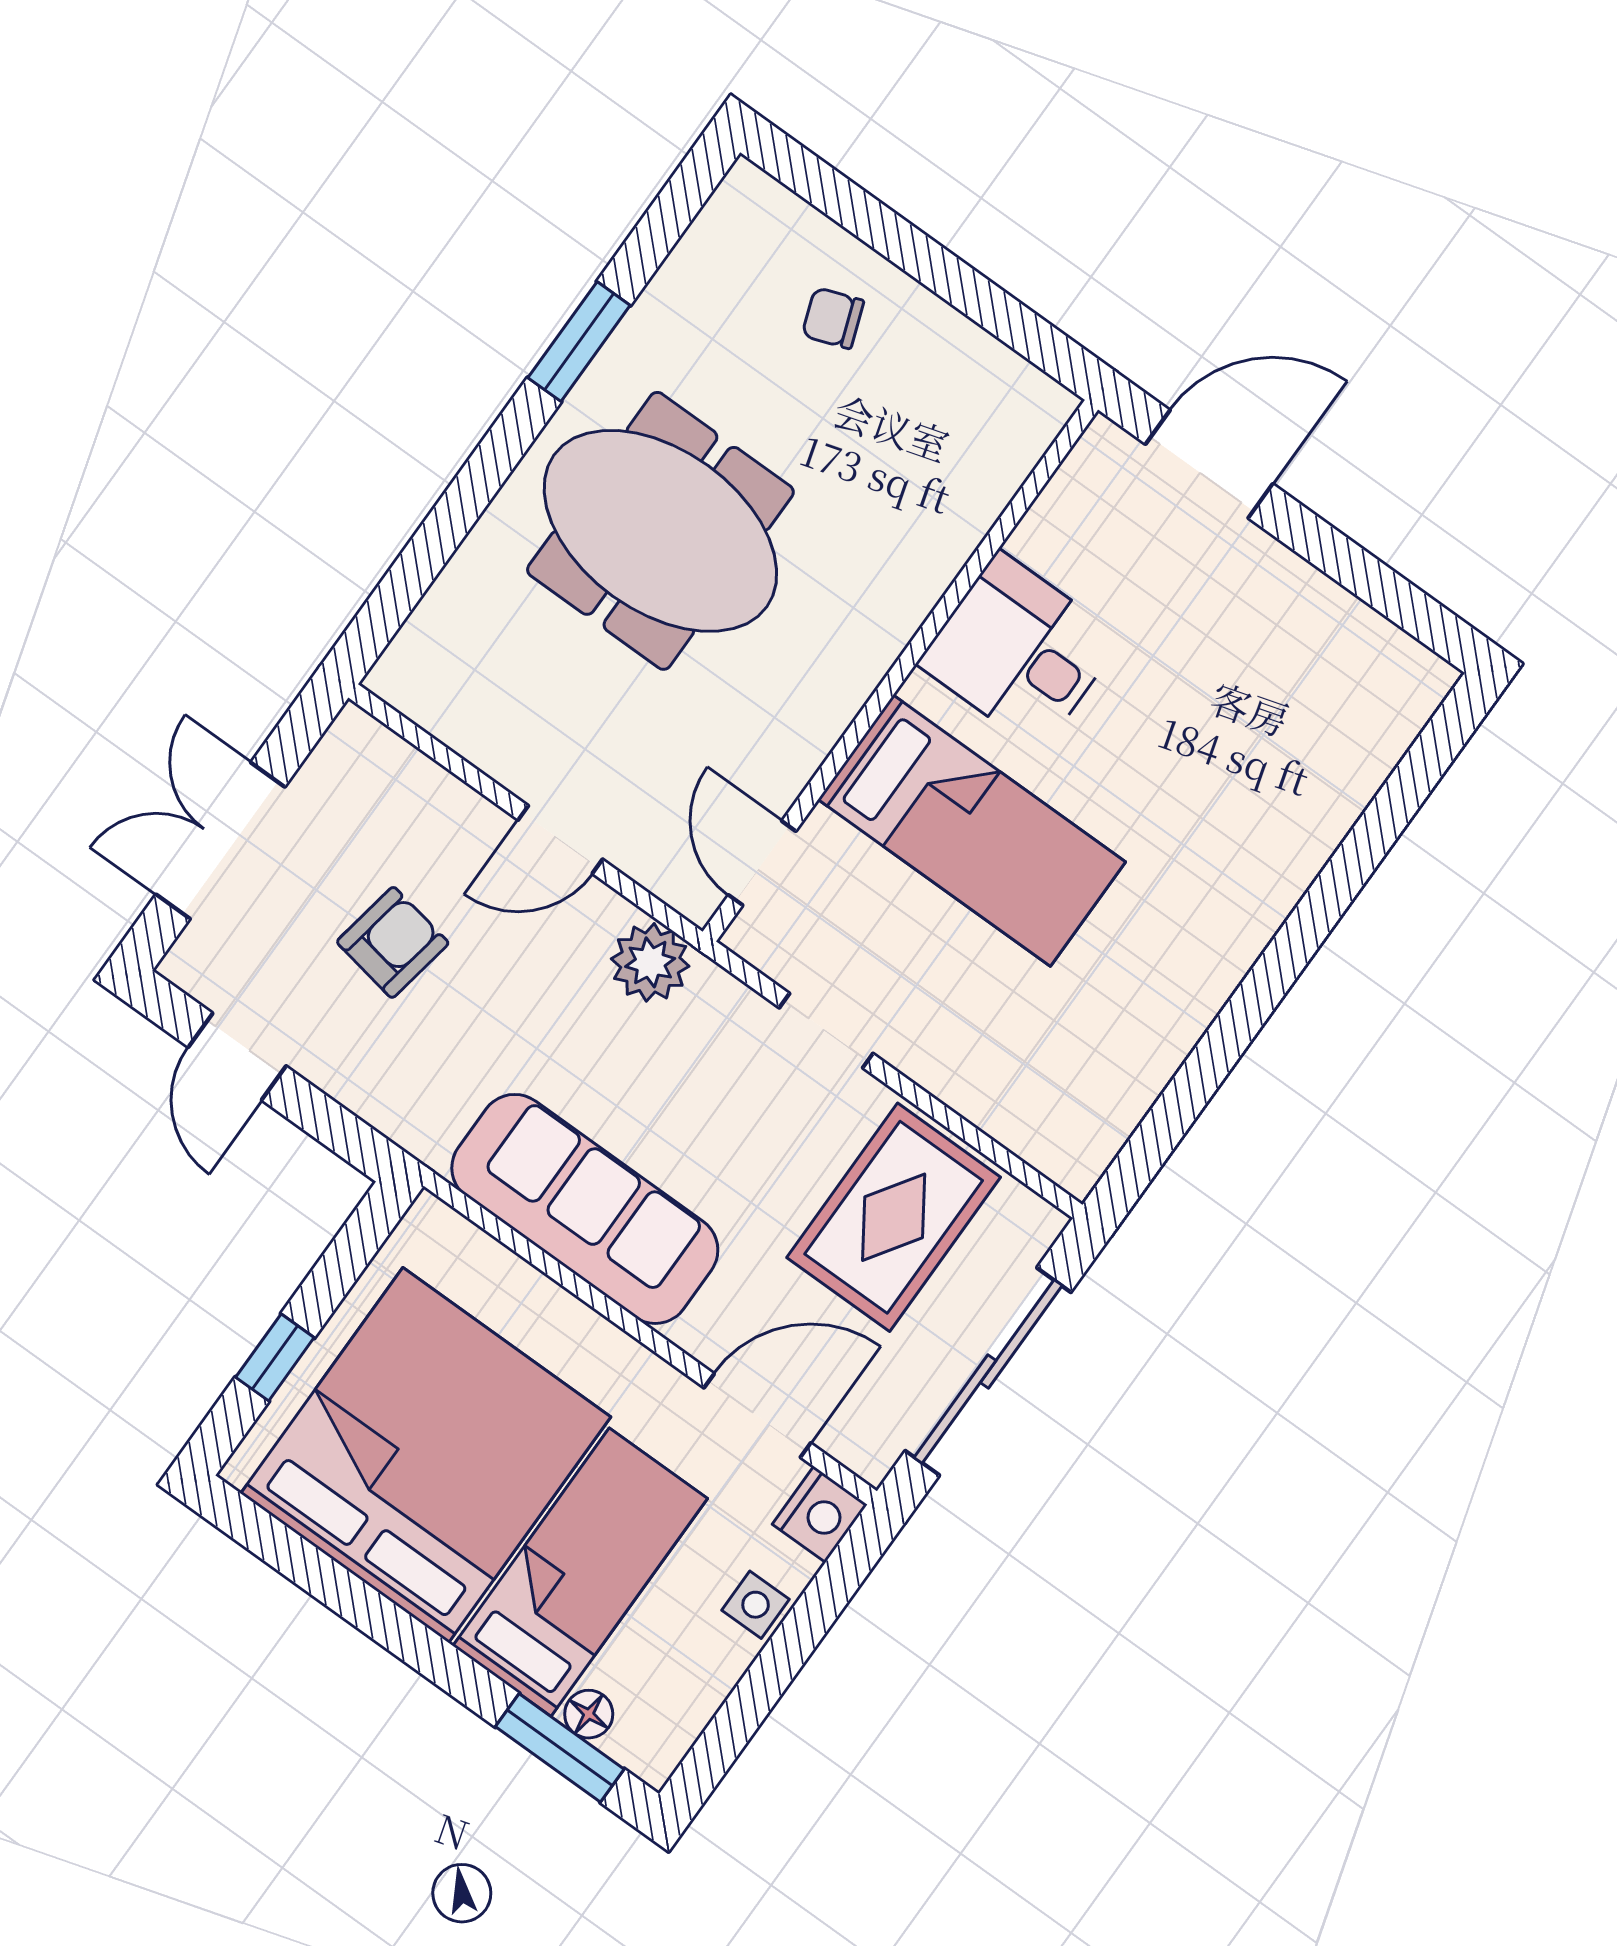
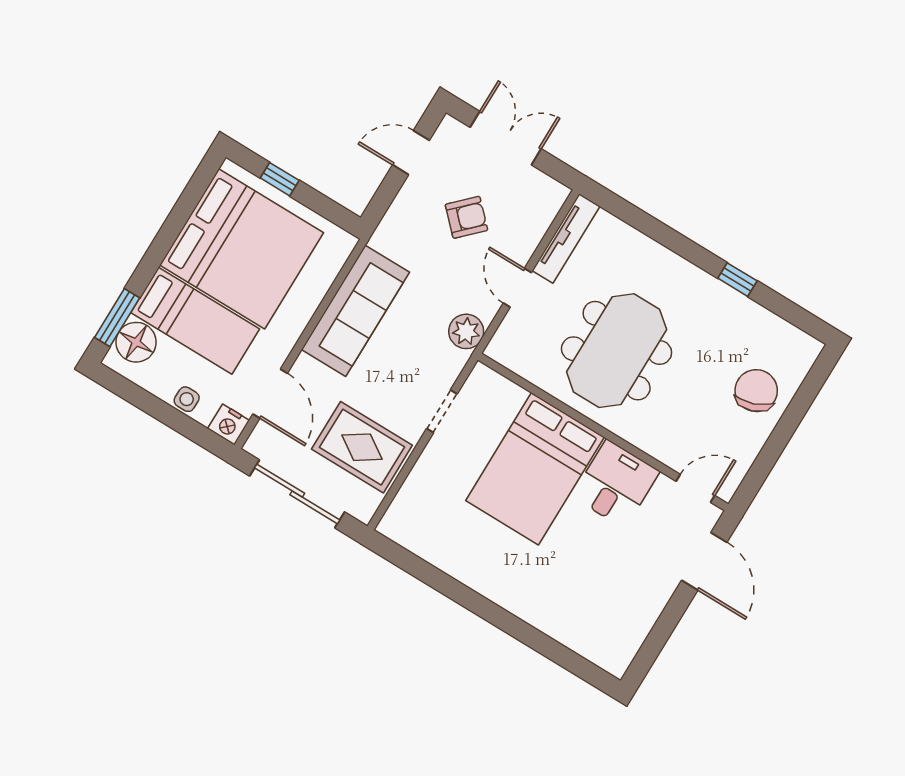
chair: (833, 318) -> (756, 391), width x1.87, depth x1.87
window: (579, 342) -> (737, 280), width x0.67
meeting table: (660, 531) -> (617, 351), moved
tv unit: (457, 721) -> (566, 238), added
bed: (972, 831) -> (535, 469), width x1.50
door: (762, 863) -> (695, 488), moved
armchair: (393, 942) -> (466, 217), turned -55
floor lamp: (589, 1714) -> (136, 342), width x1.89, depth x1.89

